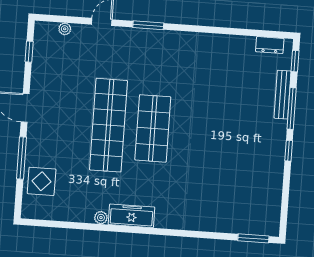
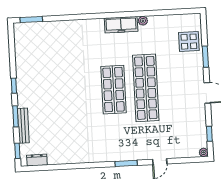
plant: (65, 29) -> (204, 152), moved
window: (292, 109) -> (15, 116), width x0.69
window: (21, 158) -> (205, 57), width x0.69

